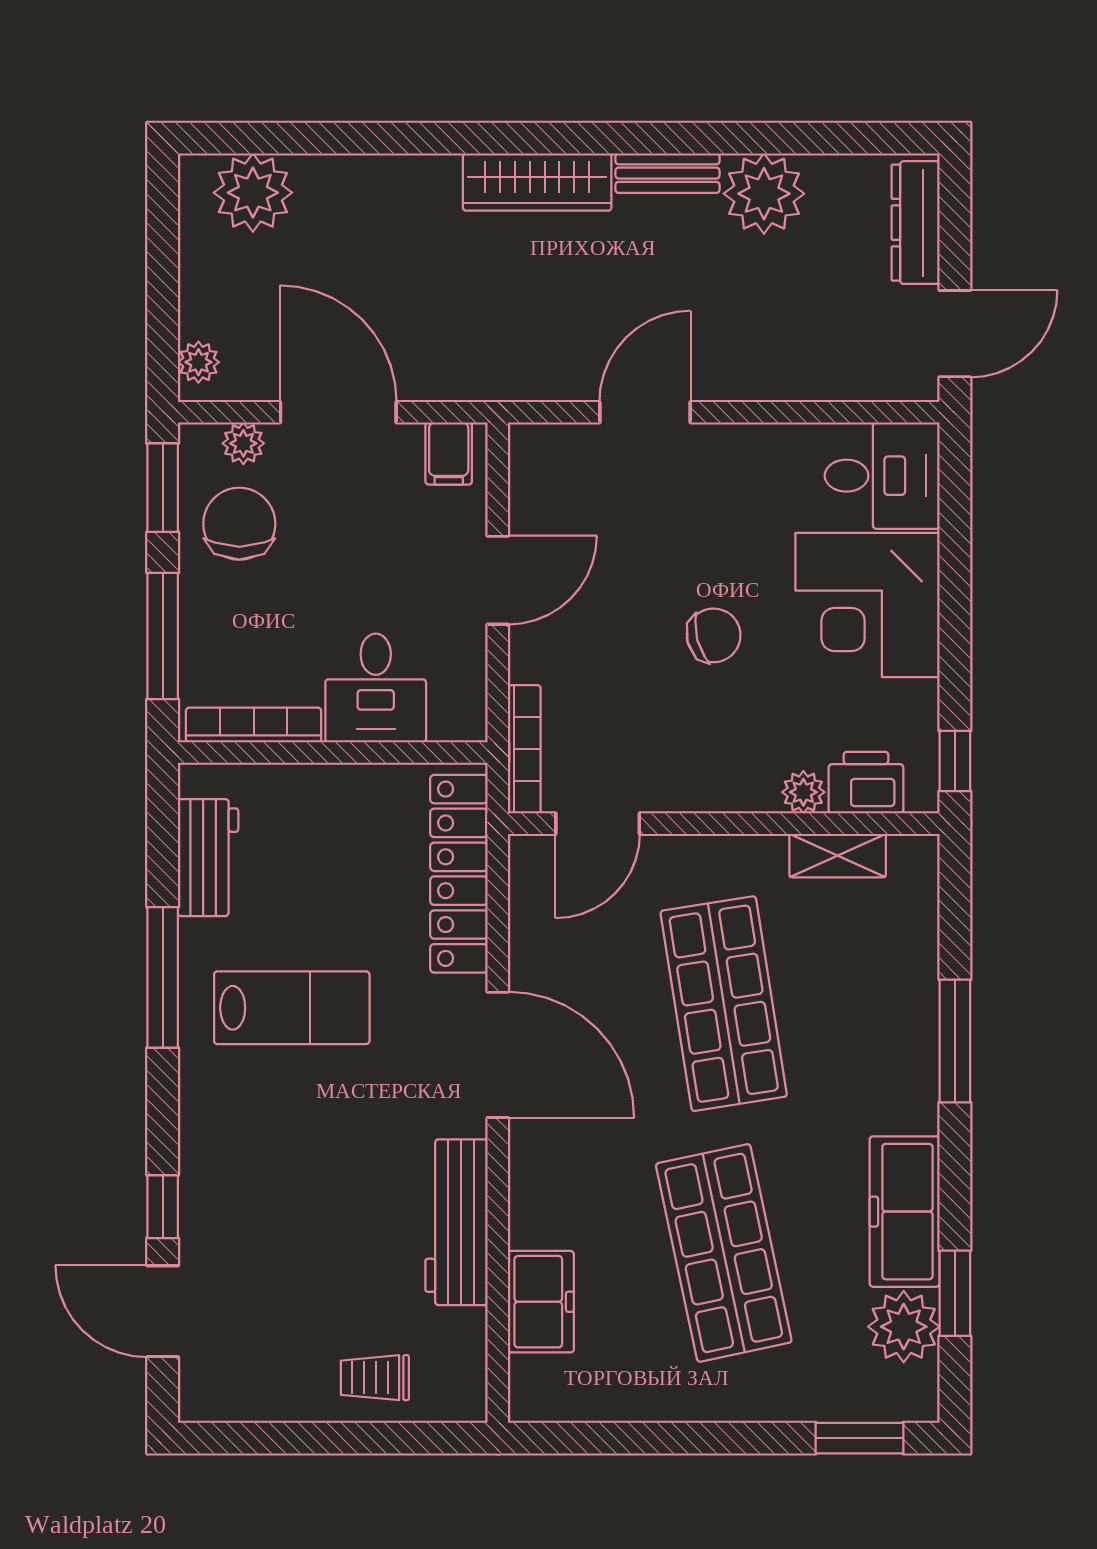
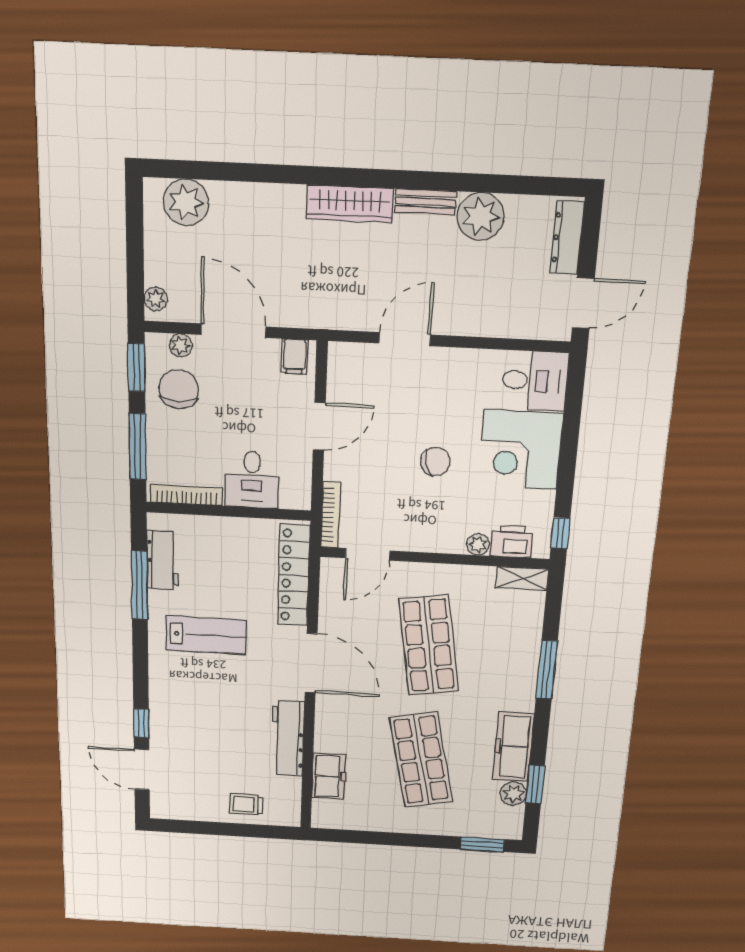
shelving: (838, 856) -> (522, 579), moved
window: (163, 977) -> (139, 585), moved
plant: (904, 1327) -> (513, 794), width x0.73, depth x0.73

